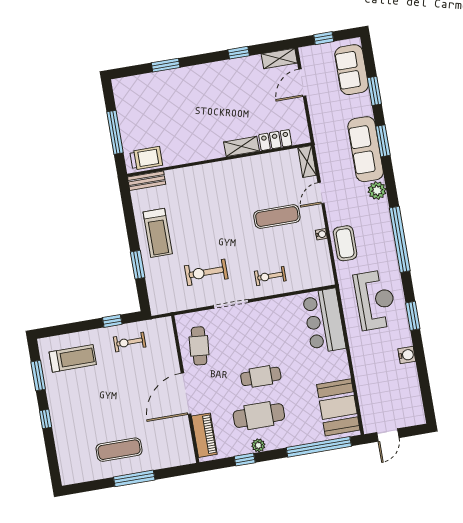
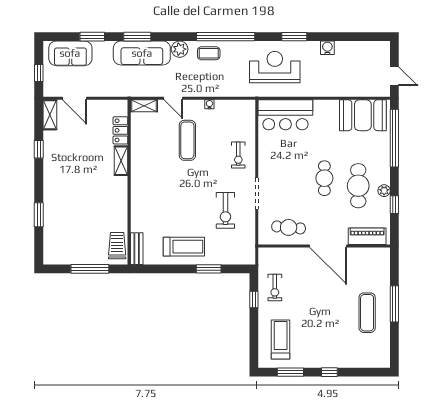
coffee table: (345, 243) -> (209, 53), moved, width x0.73, depth x0.77

